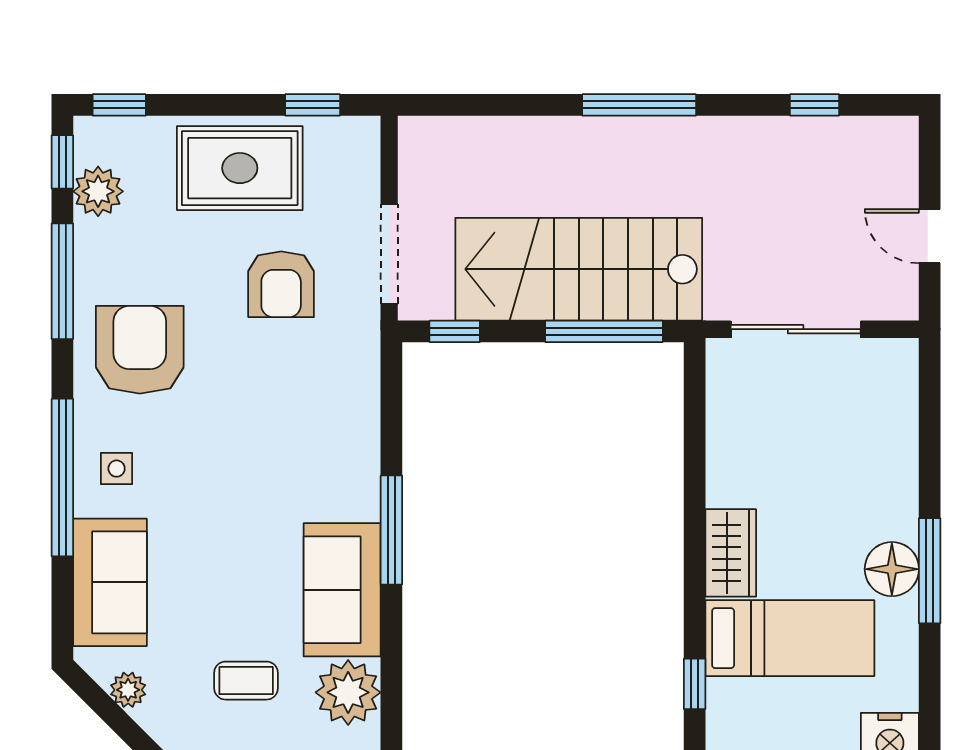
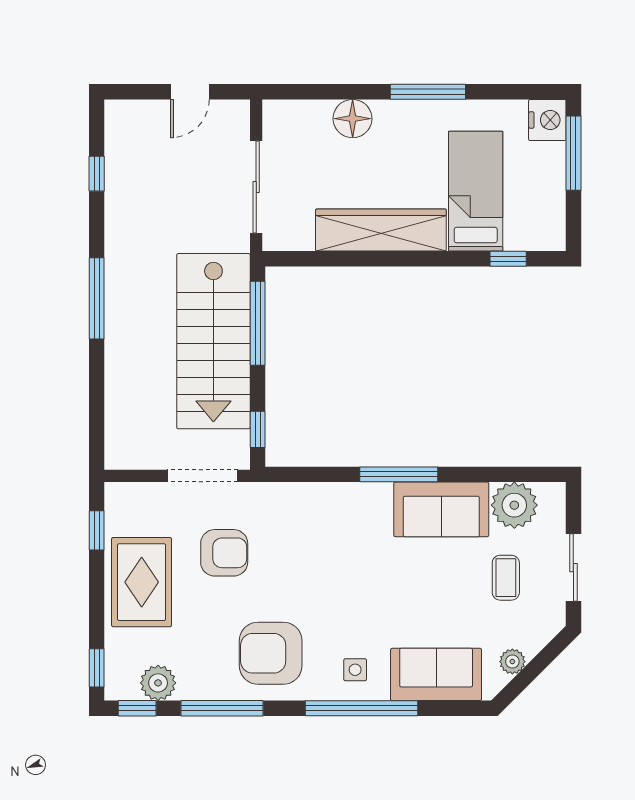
wardrobe: (731, 553) -> (381, 230), width x2.10, depth x1.17
floor lamp: (892, 569) -> (353, 119), moved

